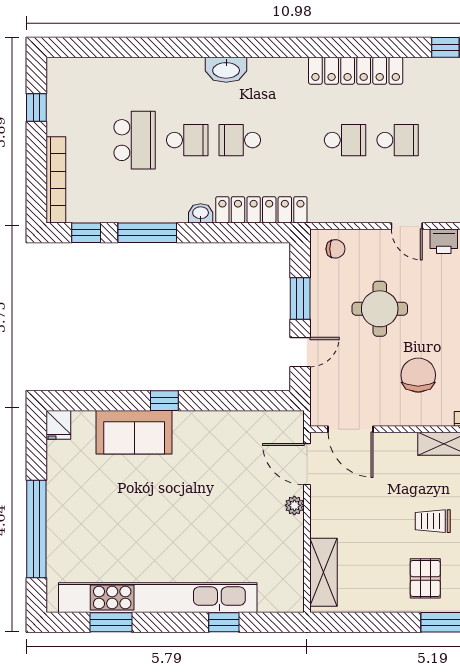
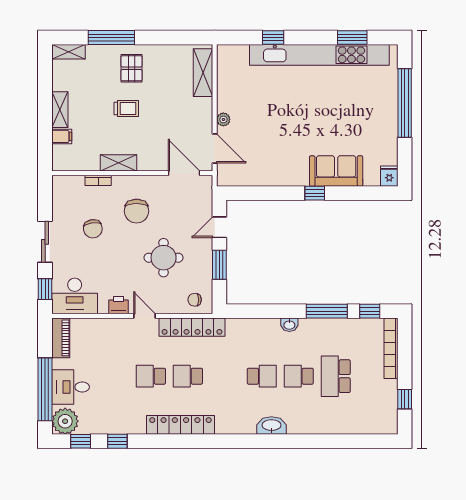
locker: (261, 210) -> (192, 327), moved

